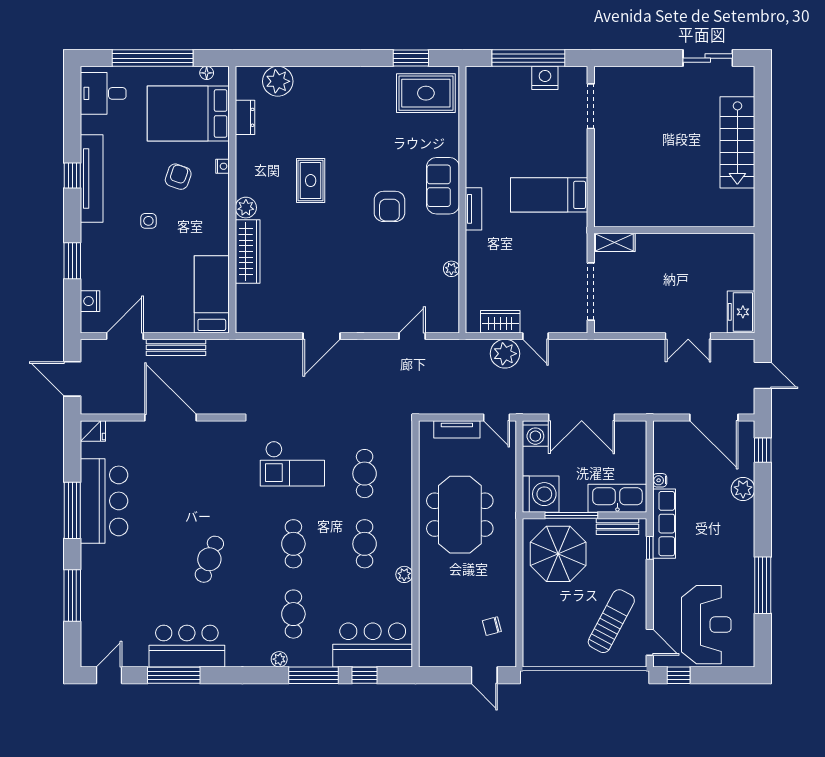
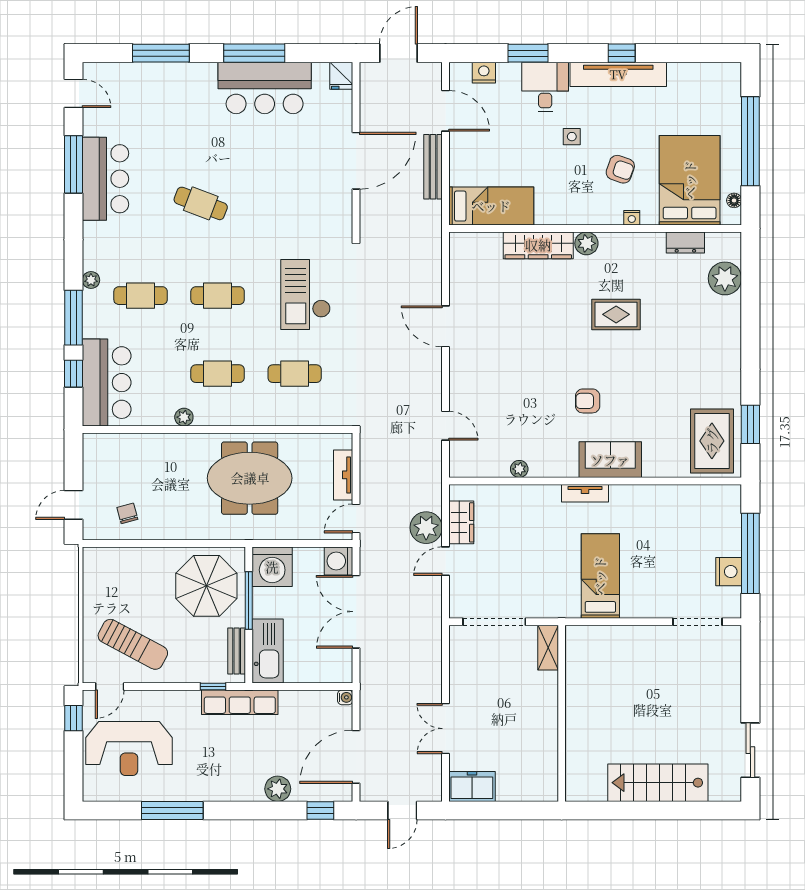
desk: (103, 93) -> (545, 87), moved
armchair: (389, 206) -> (588, 401), width x0.72, depth x0.72
water cooler: (660, 480) -> (345, 697), moved, turned 90

